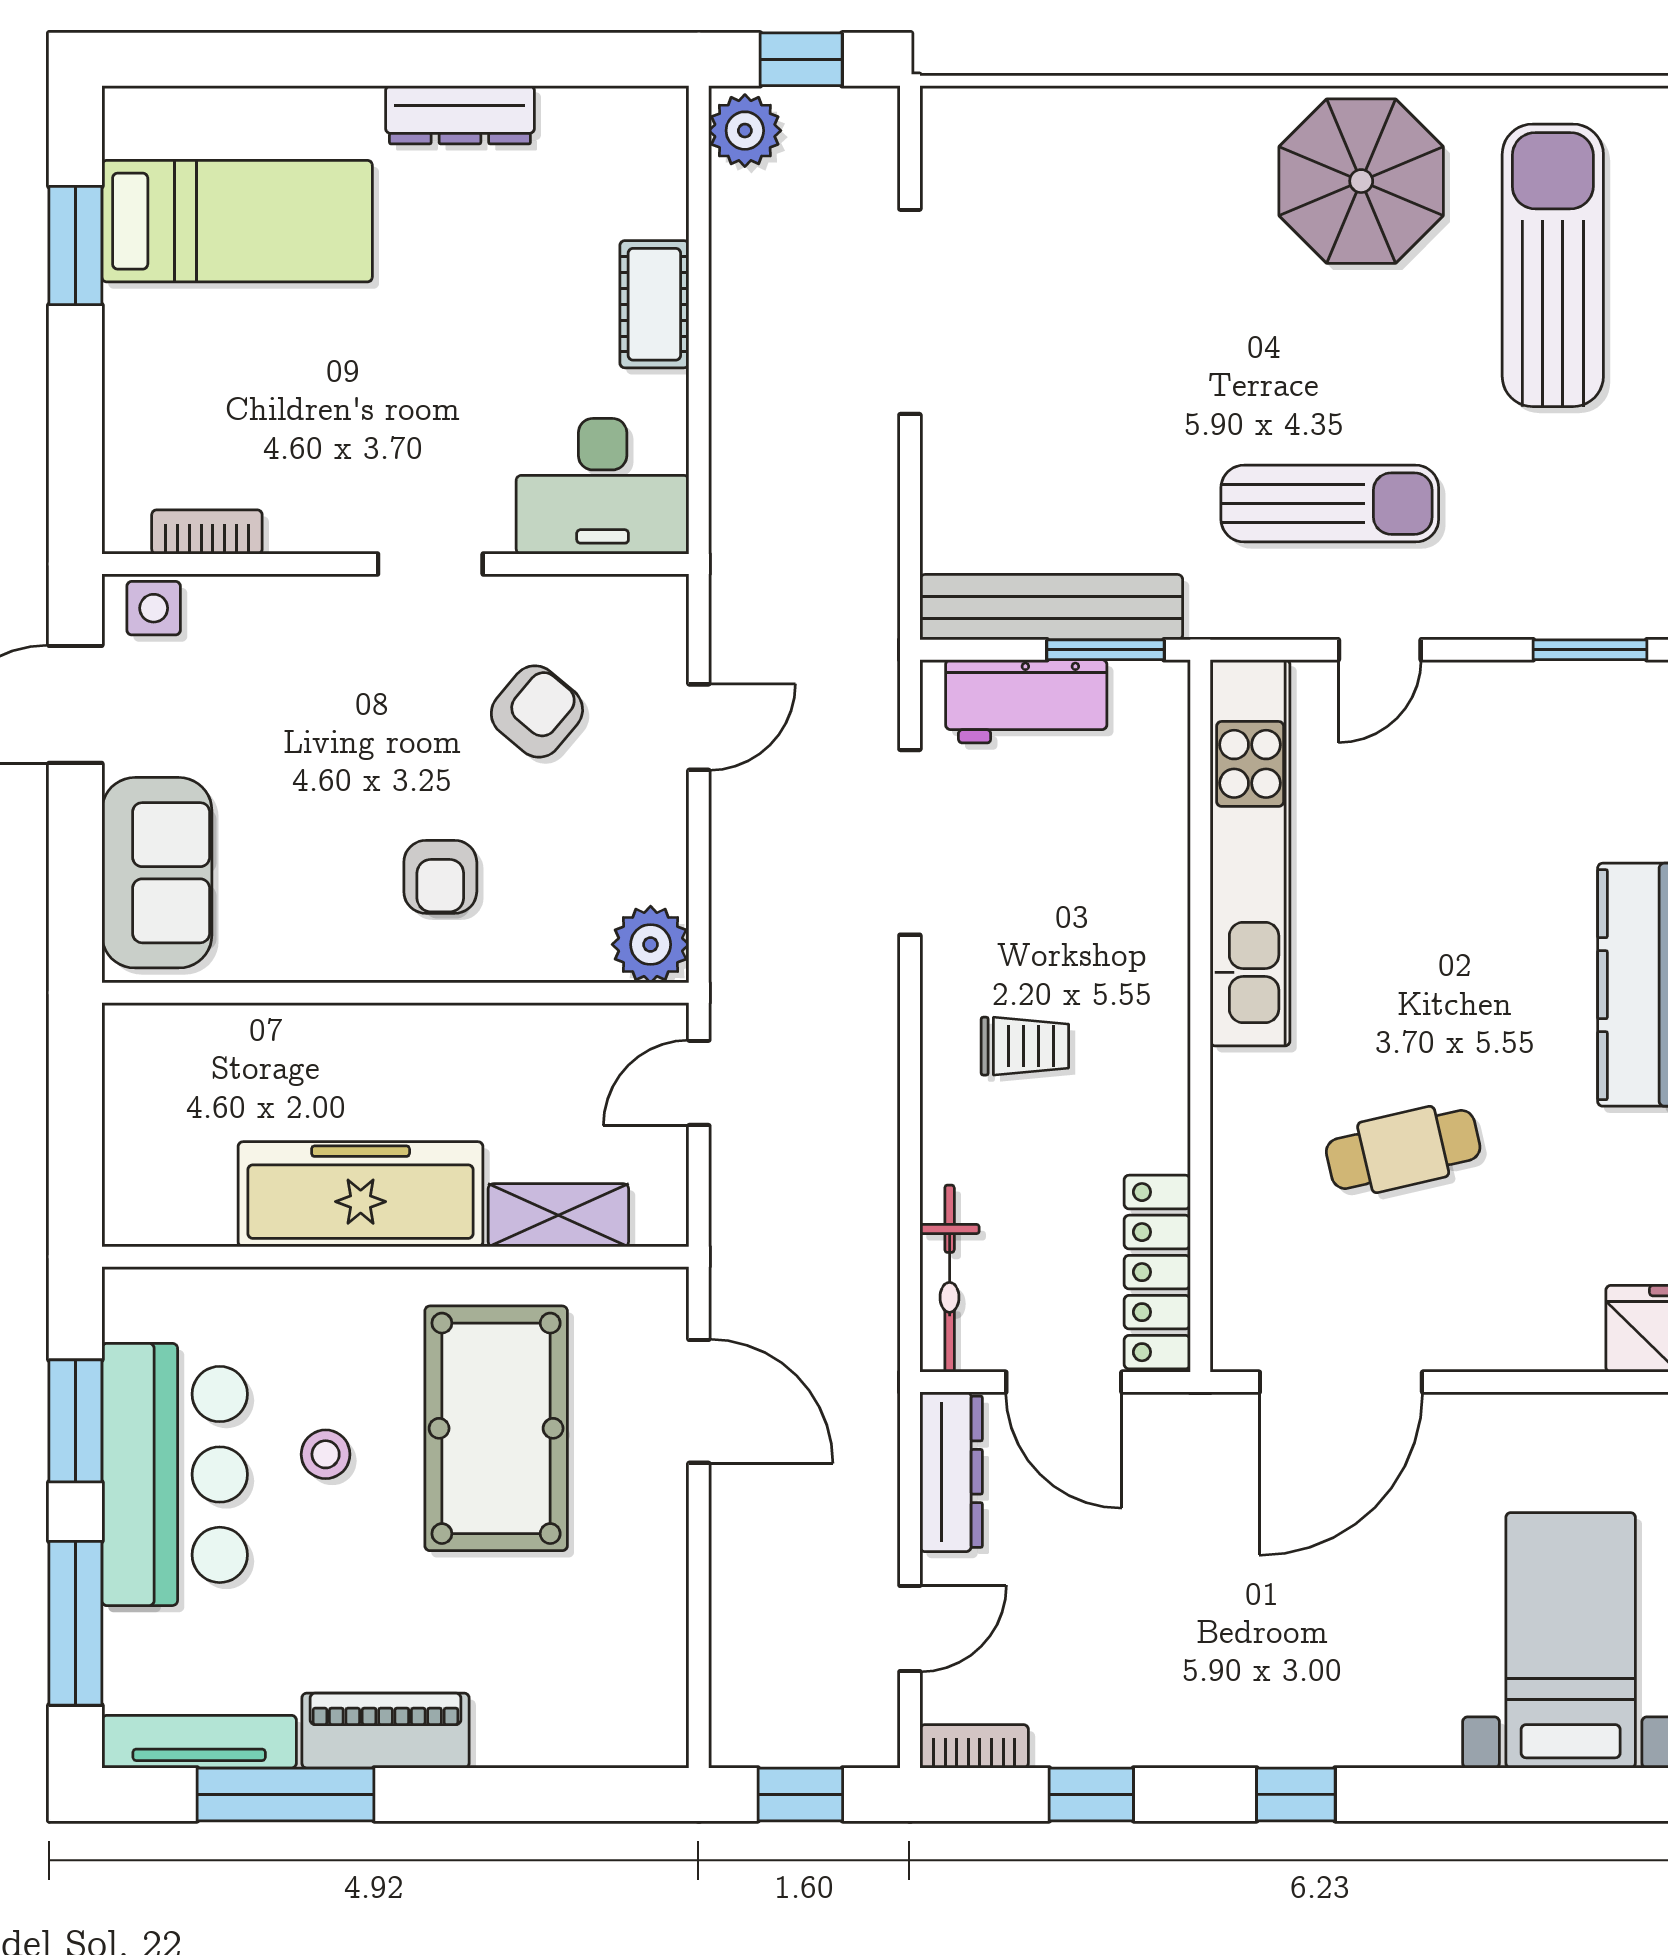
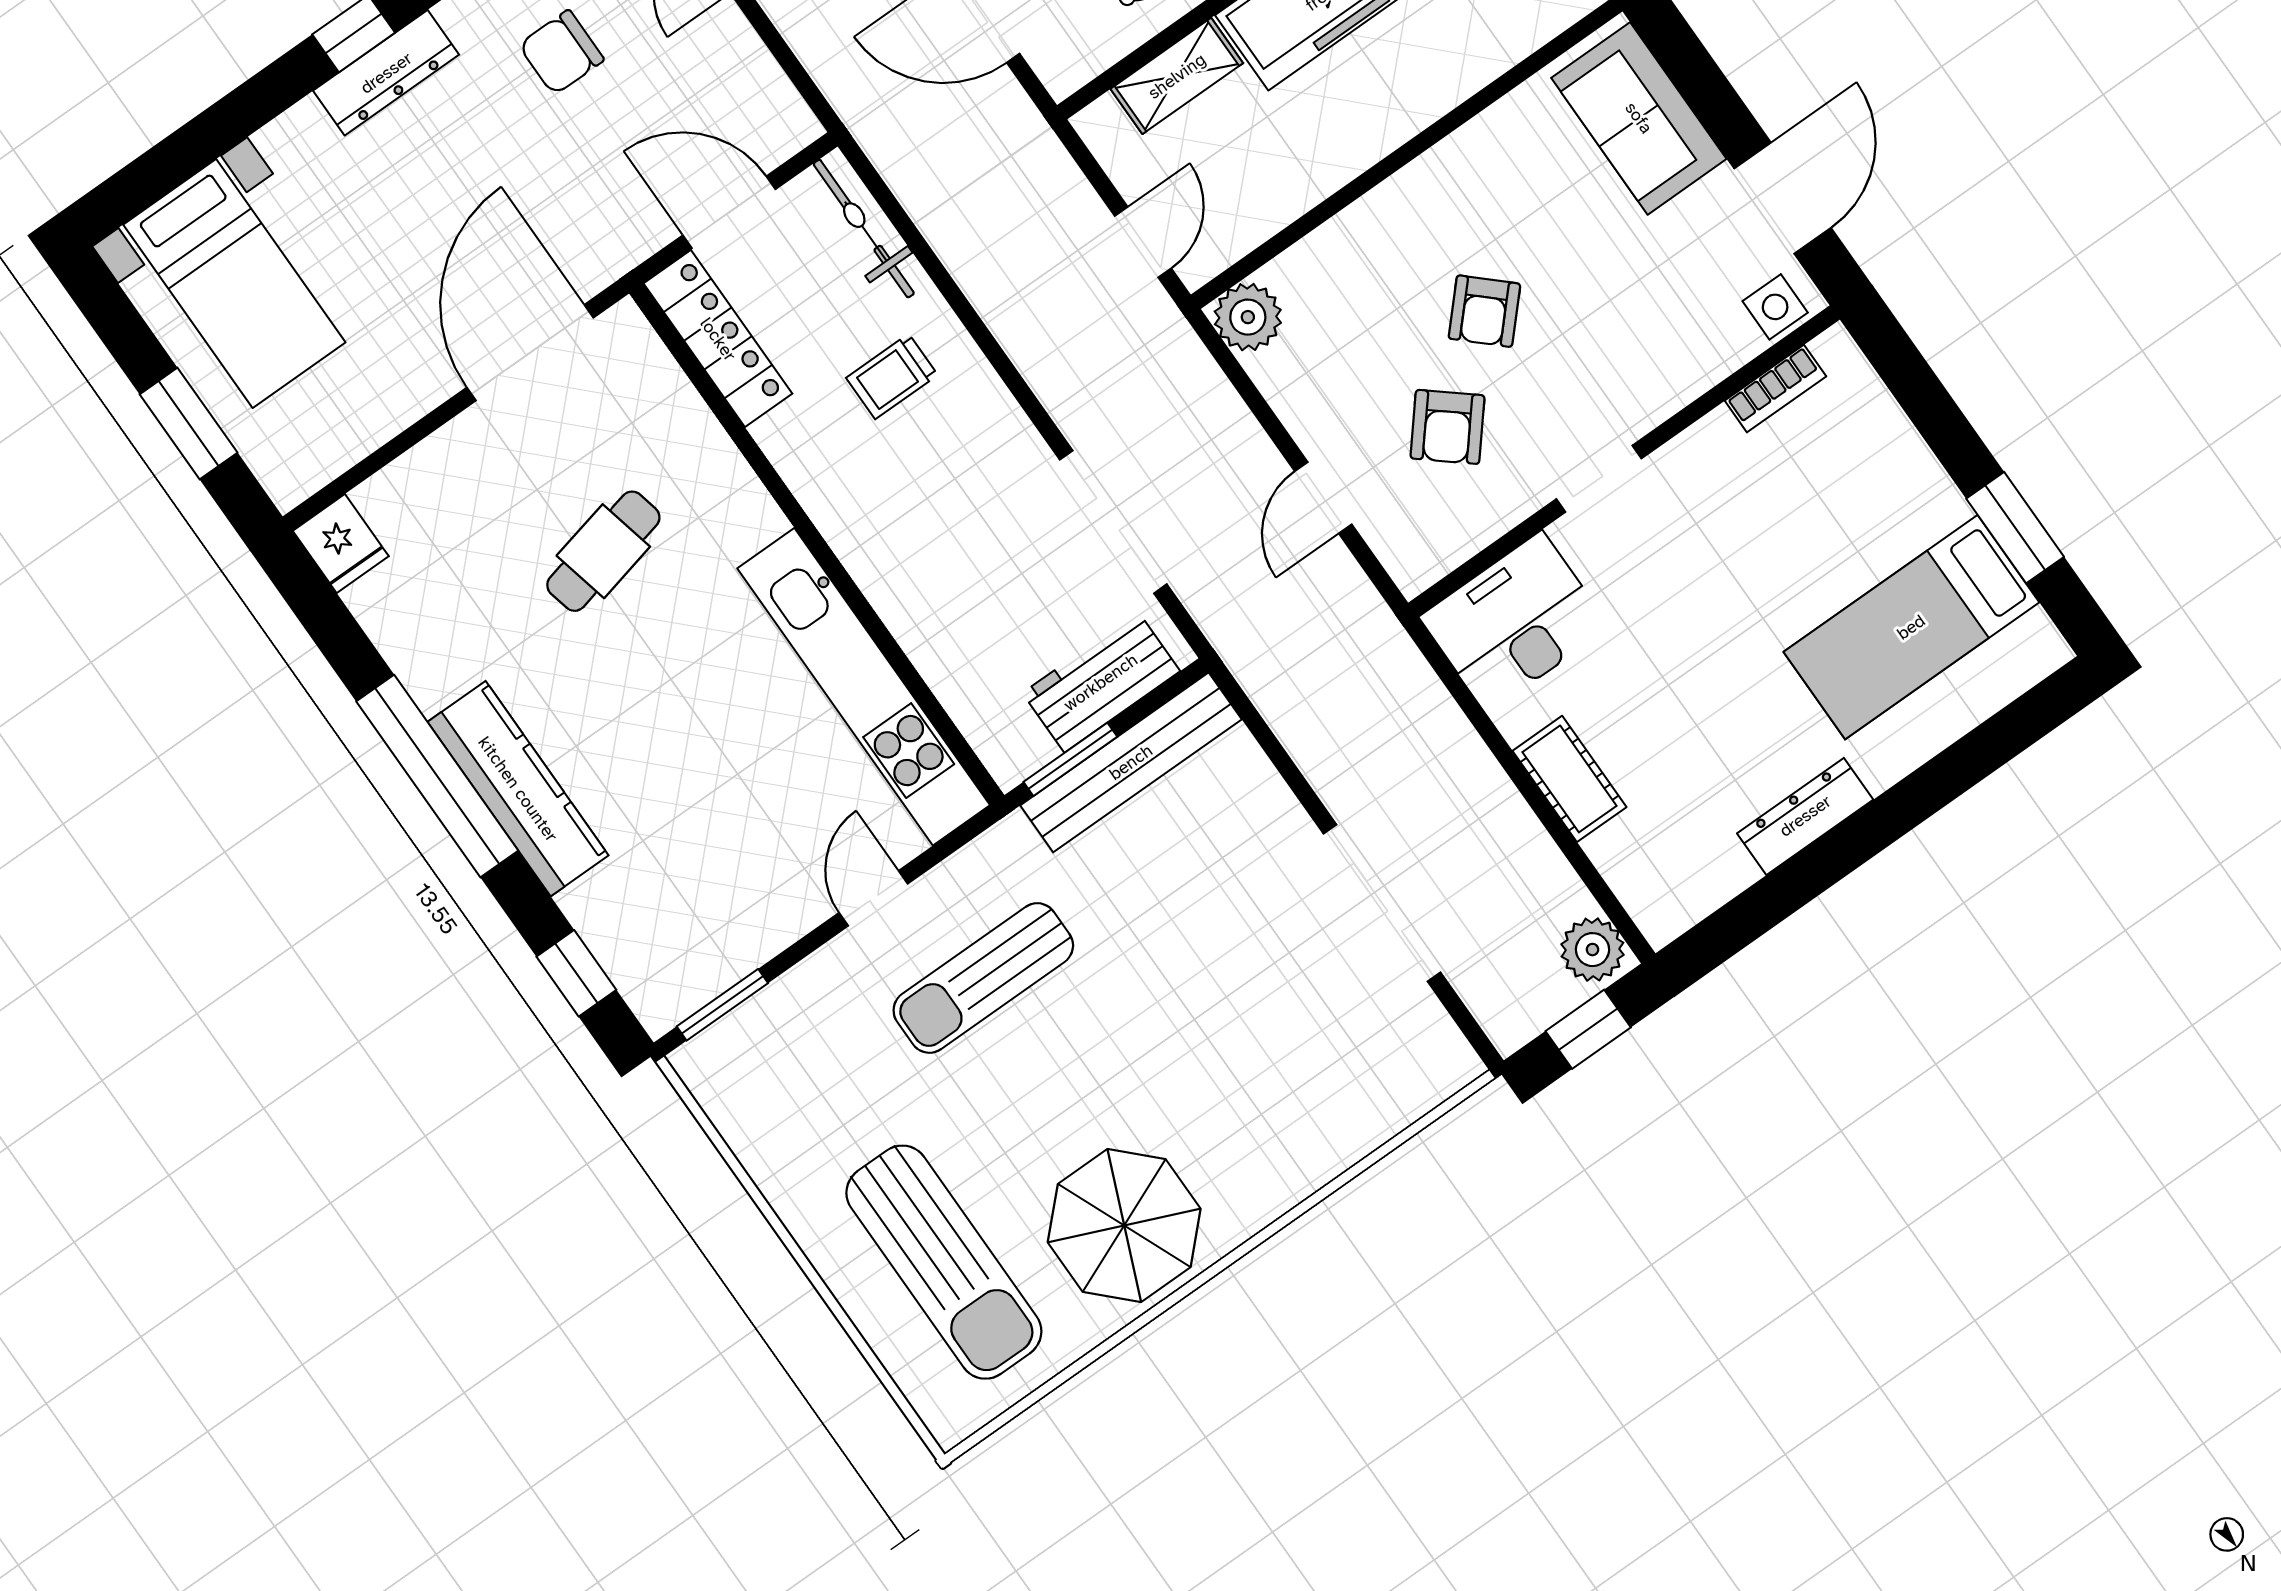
armchair: (440, 877) -> (1484, 311), moved, turned -137
trolley: (1025, 1046) -> (892, 376), moved
dresser: (951, 1472) -> (386, 73), moved, turned -90
chair: (1115, 1641) -> (561, 52), added

